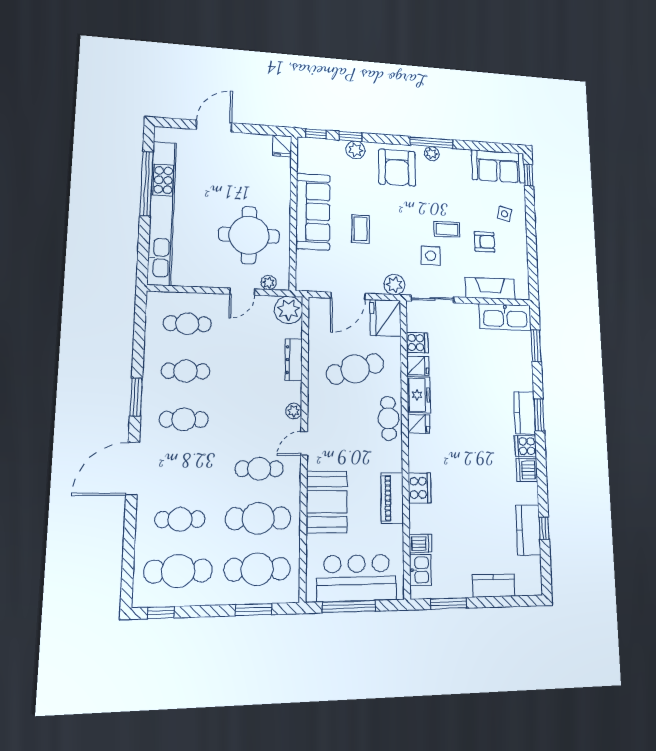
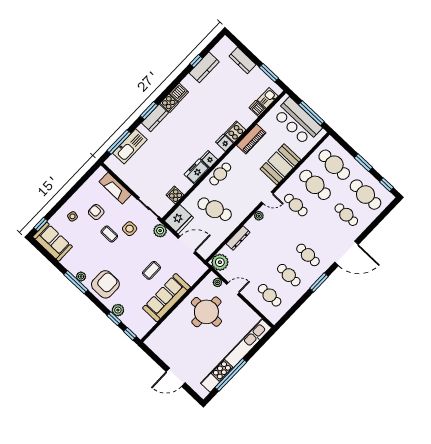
fridge: (282, 146) -> (152, 341), removed
kitchen sink: (505, 317) -> (130, 146), moved, turned 90
window: (536, 346) -> (119, 142), width x1.44
fridge: (418, 366) -> (224, 143), moved
window: (254, 610) -> (363, 163), moved

